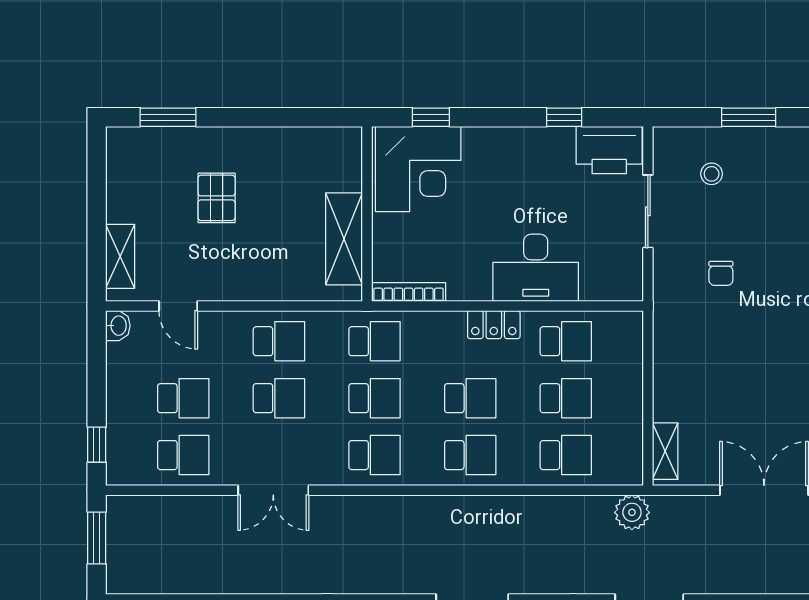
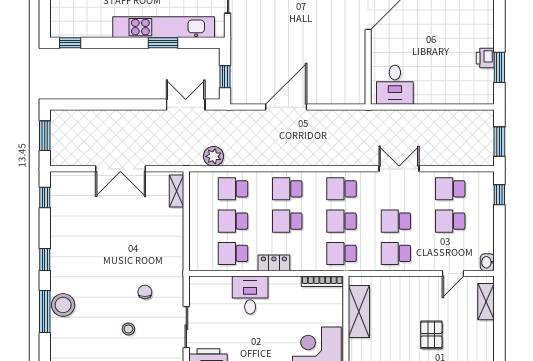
stool: (712, 174) -> (128, 329), moved
desk: (536, 268) -> (250, 295), width x0.73
door: (178, 306) -> (453, 273), swing flipped
plant: (632, 512) -> (214, 156), moved

